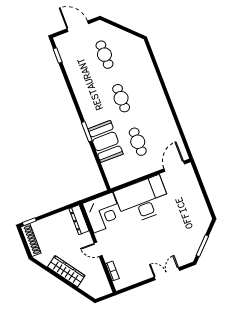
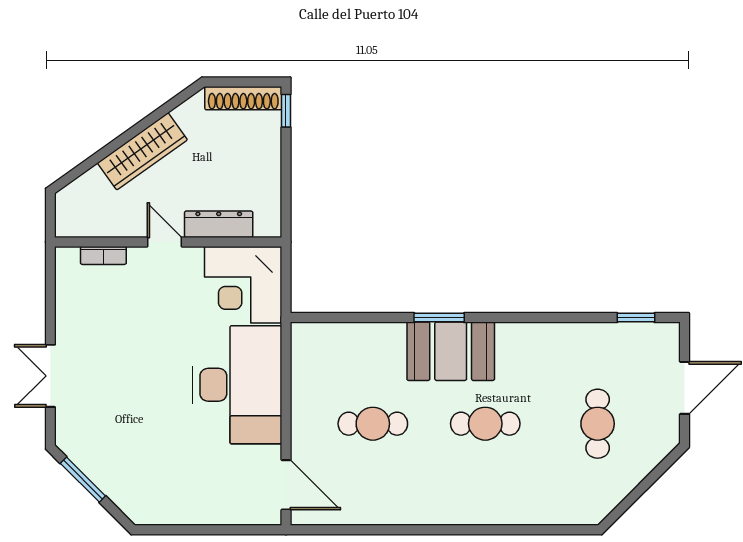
cafe table: (104, 55) -> (598, 424), turned 90
booth: (105, 141) -> (451, 351), moved
dresser: (79, 220) -> (219, 224), moved
door: (98, 249) -> (164, 242), hinge flipped
double door: (167, 274) -> (50, 376), swing flipped

